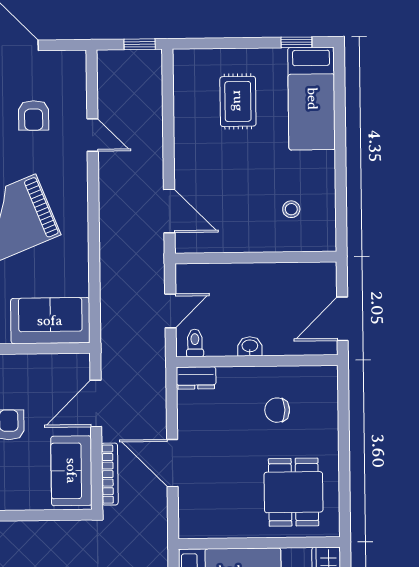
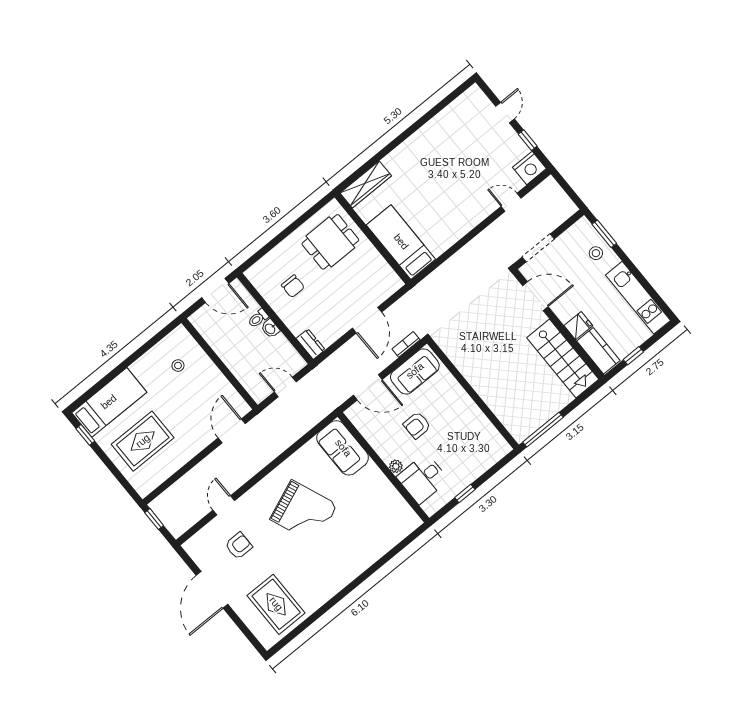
rug: (238, 101) -> (143, 441), width x1.36, depth x1.43
toilet: (195, 343) -> (258, 318), moved
bookcase: (110, 474) -> (406, 344), width x0.64

